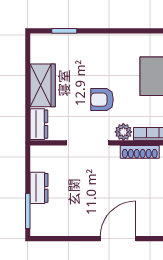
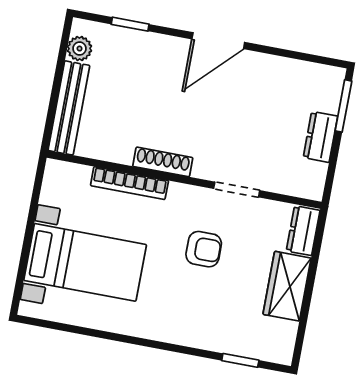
plant: (123, 132) -> (181, 196), removed
doorway: (88, 143) -> (237, 190), width x0.73

